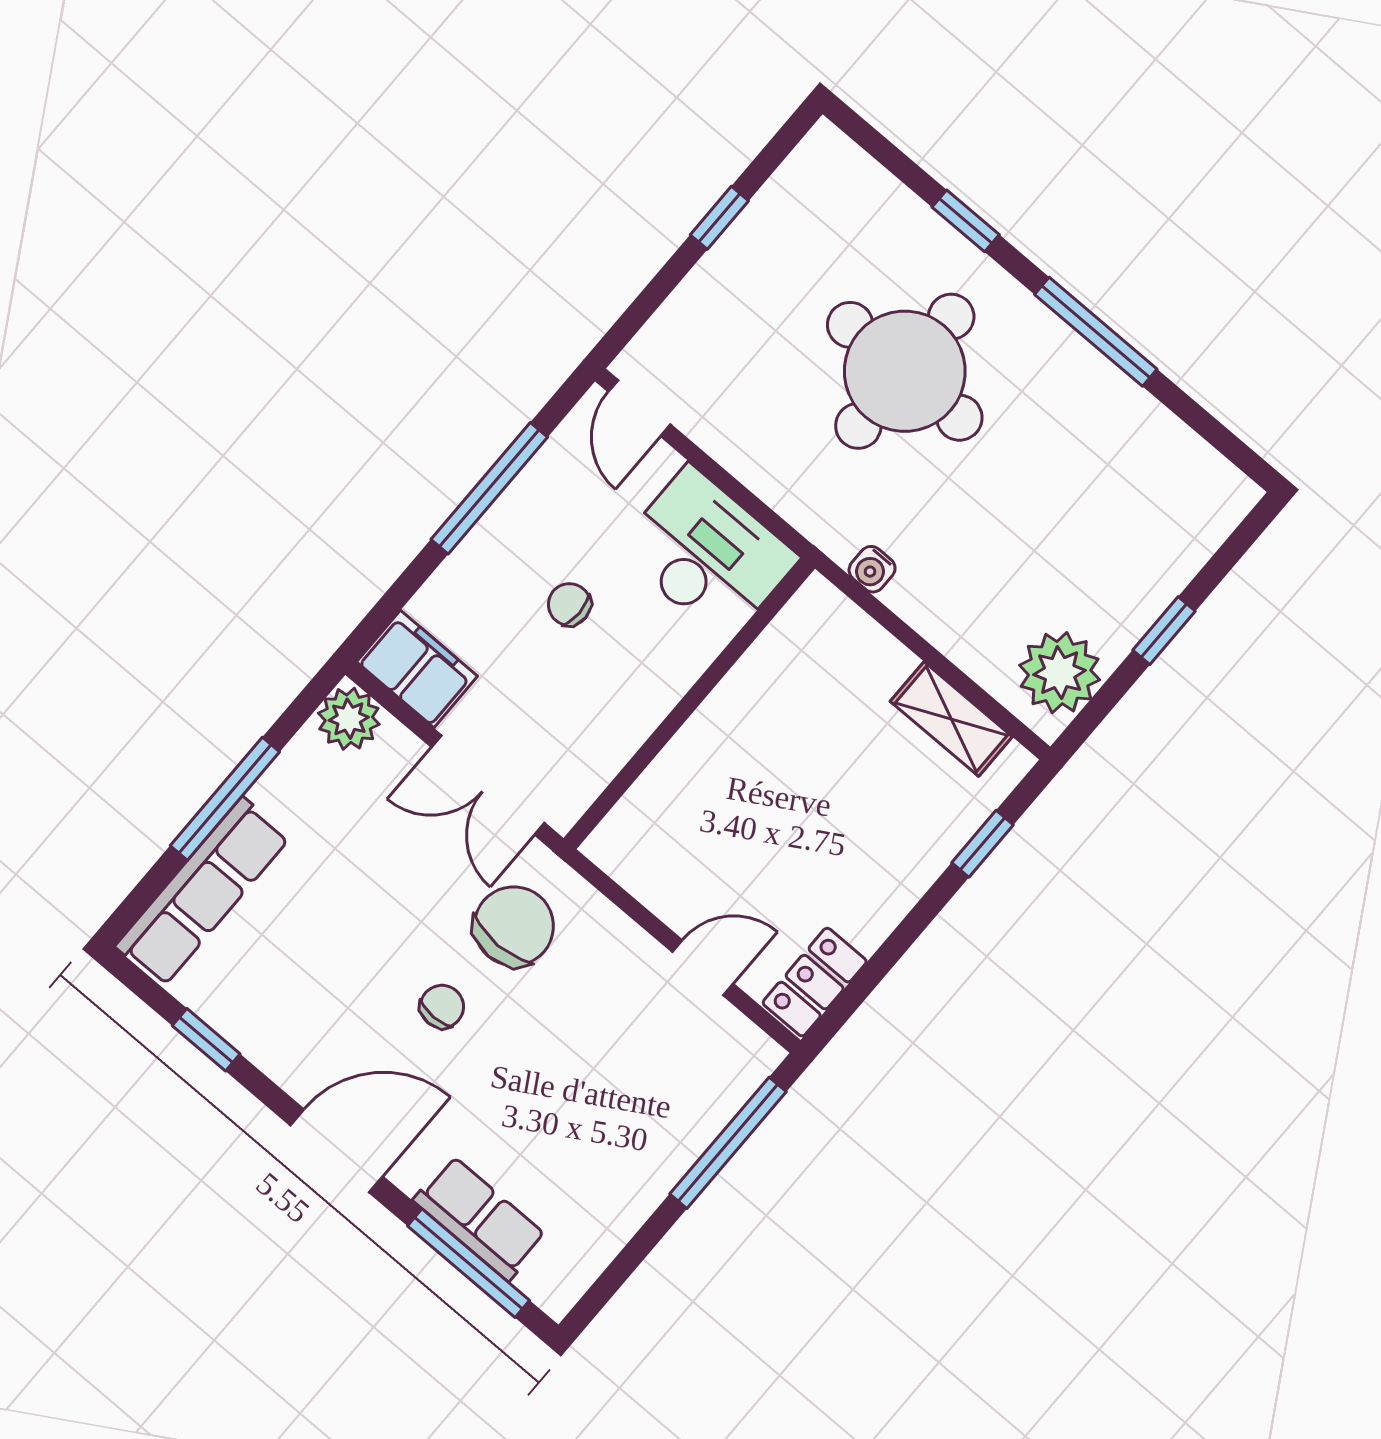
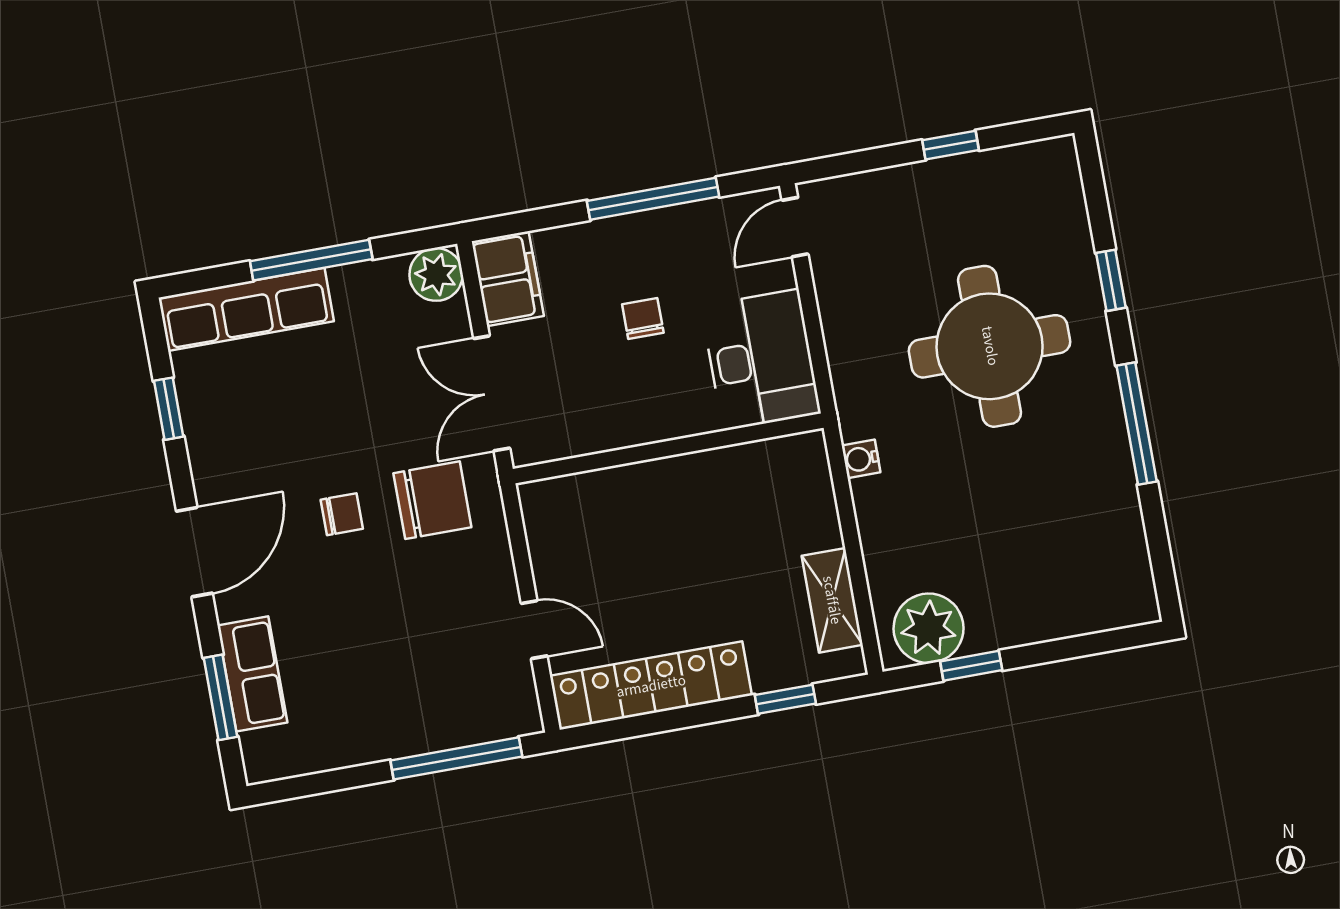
window: (1164, 631) -> (971, 666), moved
locker: (815, 982) -> (651, 686), width x2.16, depth x1.21
door: (337, 1151) -> (194, 552), hinge flipped
window: (469, 1263) -> (221, 697), width x0.69

